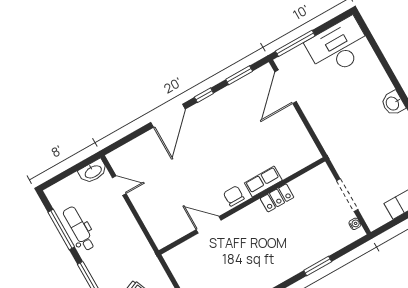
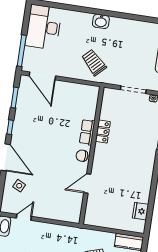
trolley: (343, 130) -> (94, 62), added
side table: (149, 154) -> (19, 186), added

